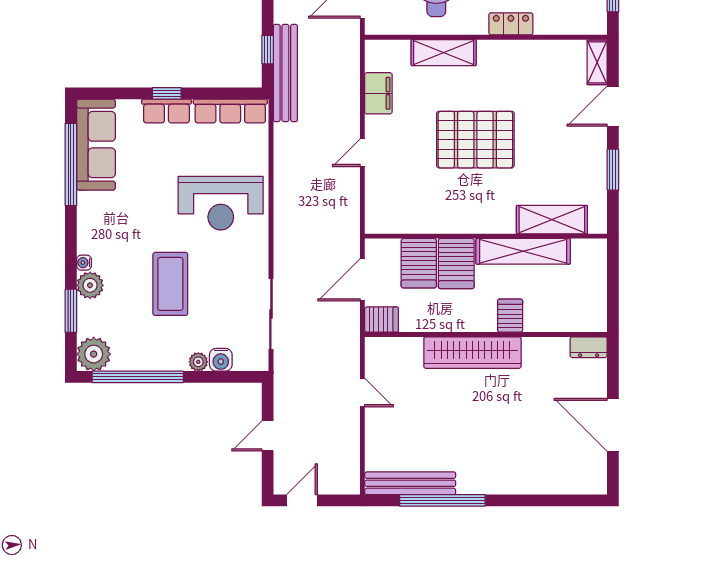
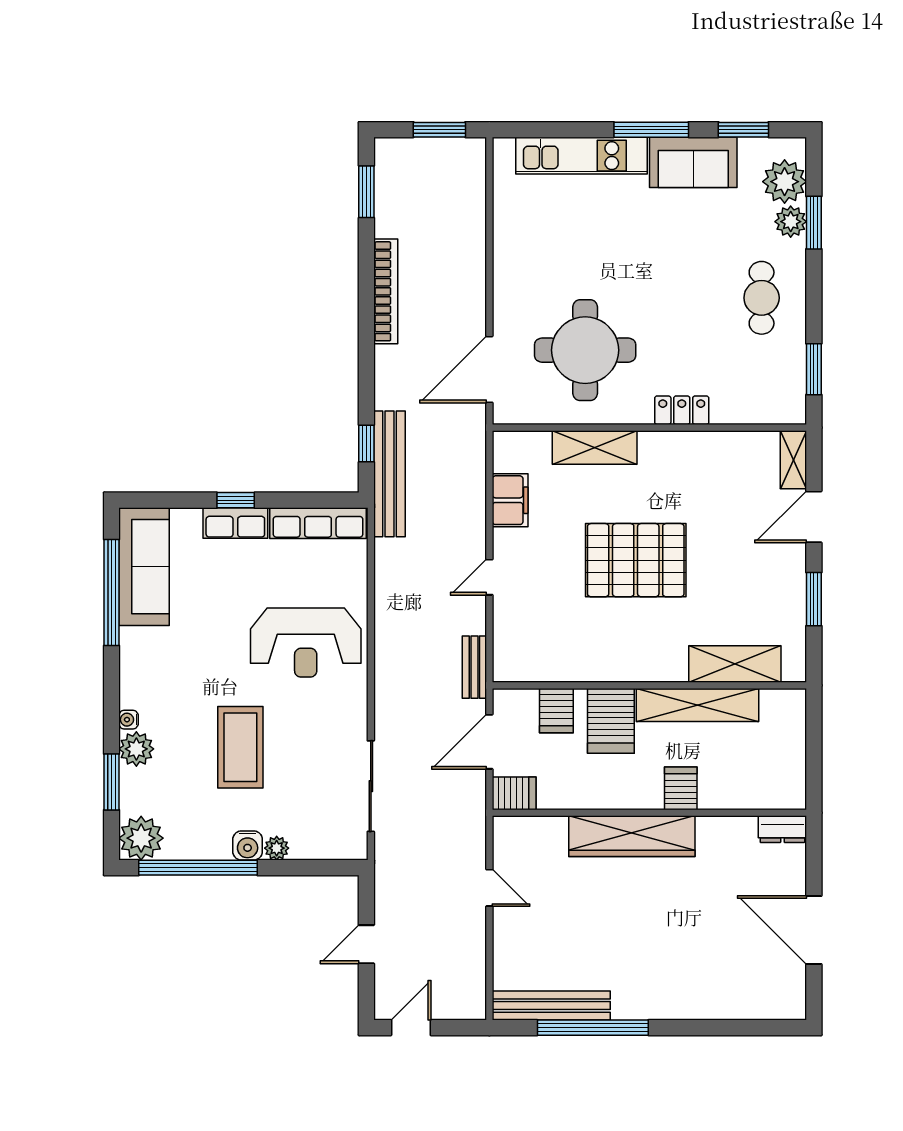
bench: (351, 222) -> (474, 667), added
server rack: (419, 263) -> (556, 711), width x0.73, depth x0.70
water cooler: (221, 360) -> (248, 845), moved

